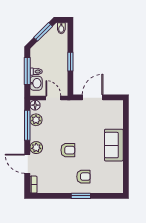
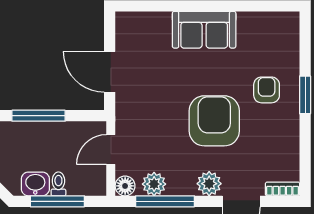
window: (70, 62) -> (39, 116), width x1.44
washbasin: (36, 83) -> (35, 184), moved
armchair: (68, 150) -> (214, 121), width x1.88, depth x1.88

